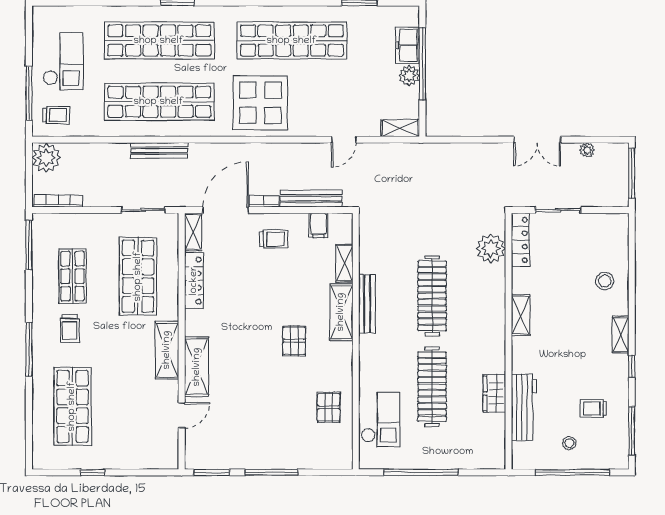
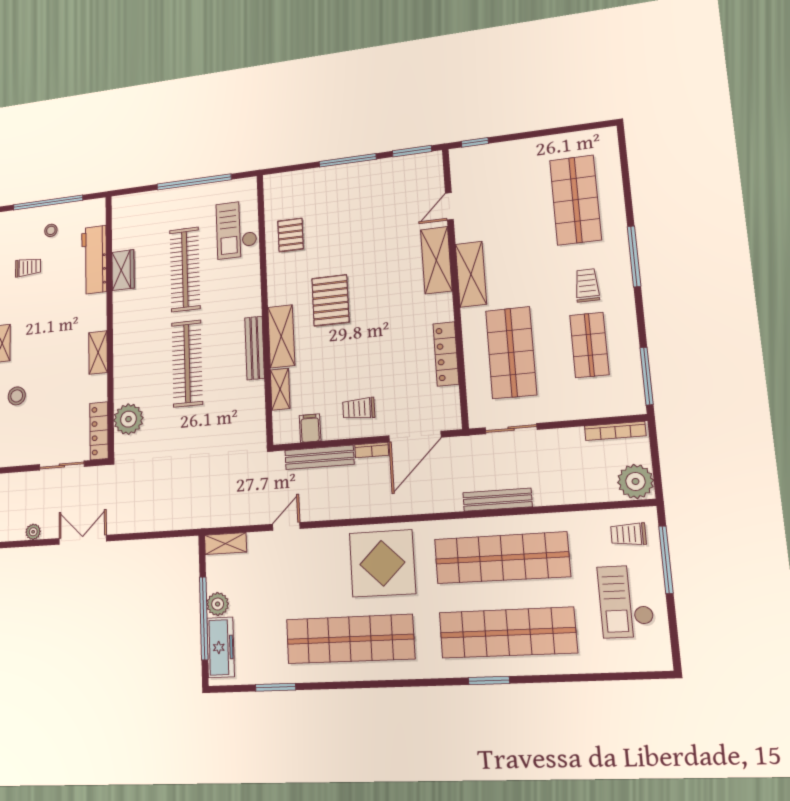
freezer: (408, 45) -> (221, 647), width x1.40
shelving: (193, 232) -> (451, 408), removed
pallet: (294, 341) -> (330, 300), width x1.50, depth x1.42
window: (93, 472) -> (475, 142), moved

